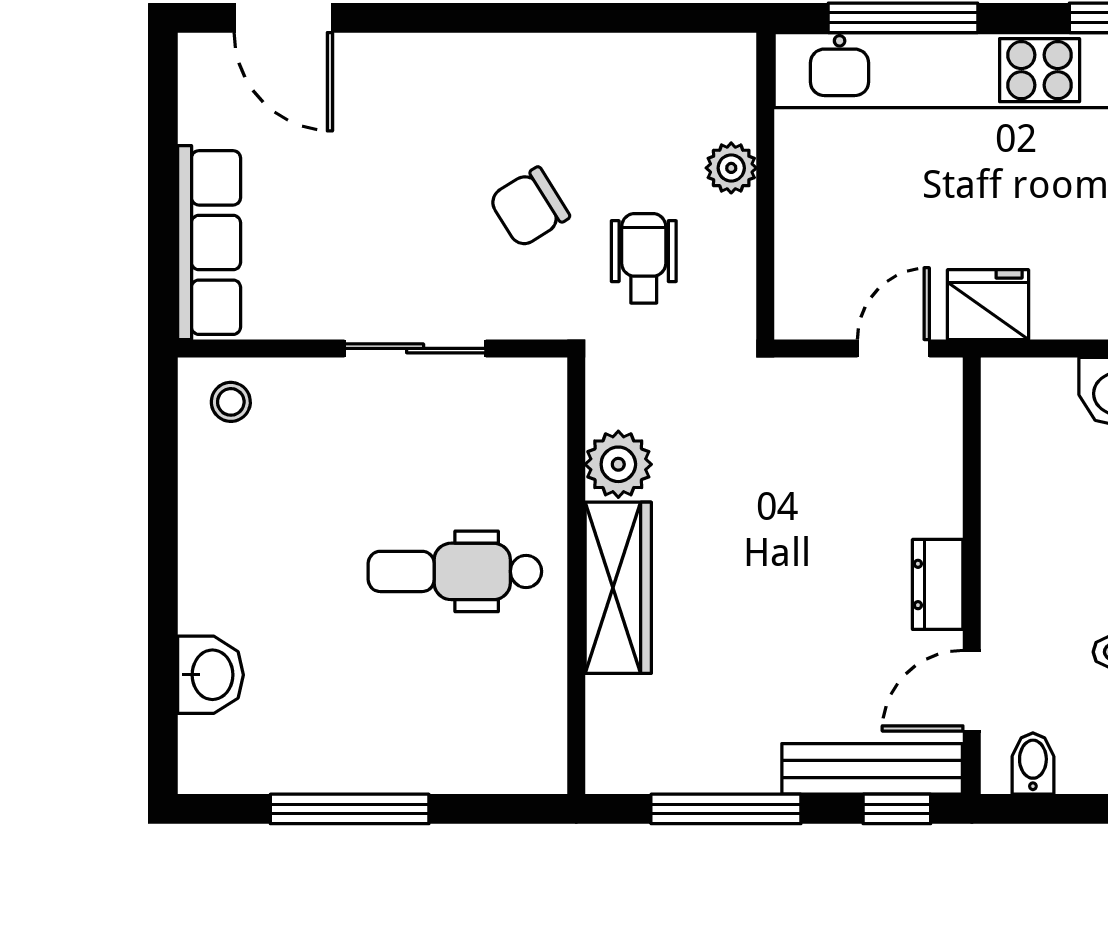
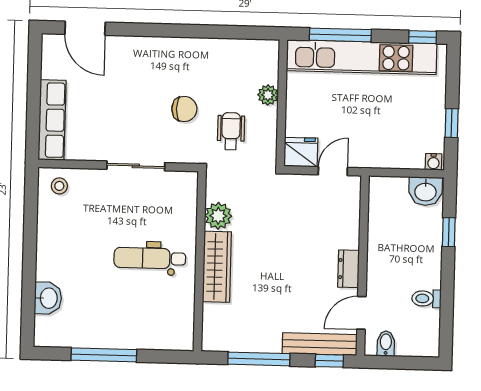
chair: (529, 207) -> (184, 109), turned -148
fridge: (988, 305) -> (301, 152), moved

